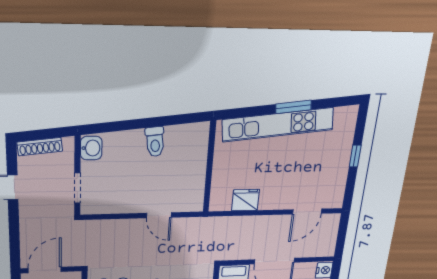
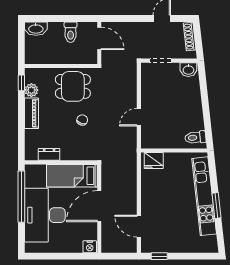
toilet: (155, 142) -> (195, 137), moved
window: (355, 156) -> (159, 256), moved
fridge: (246, 200) -> (154, 161), moved, turned 90

